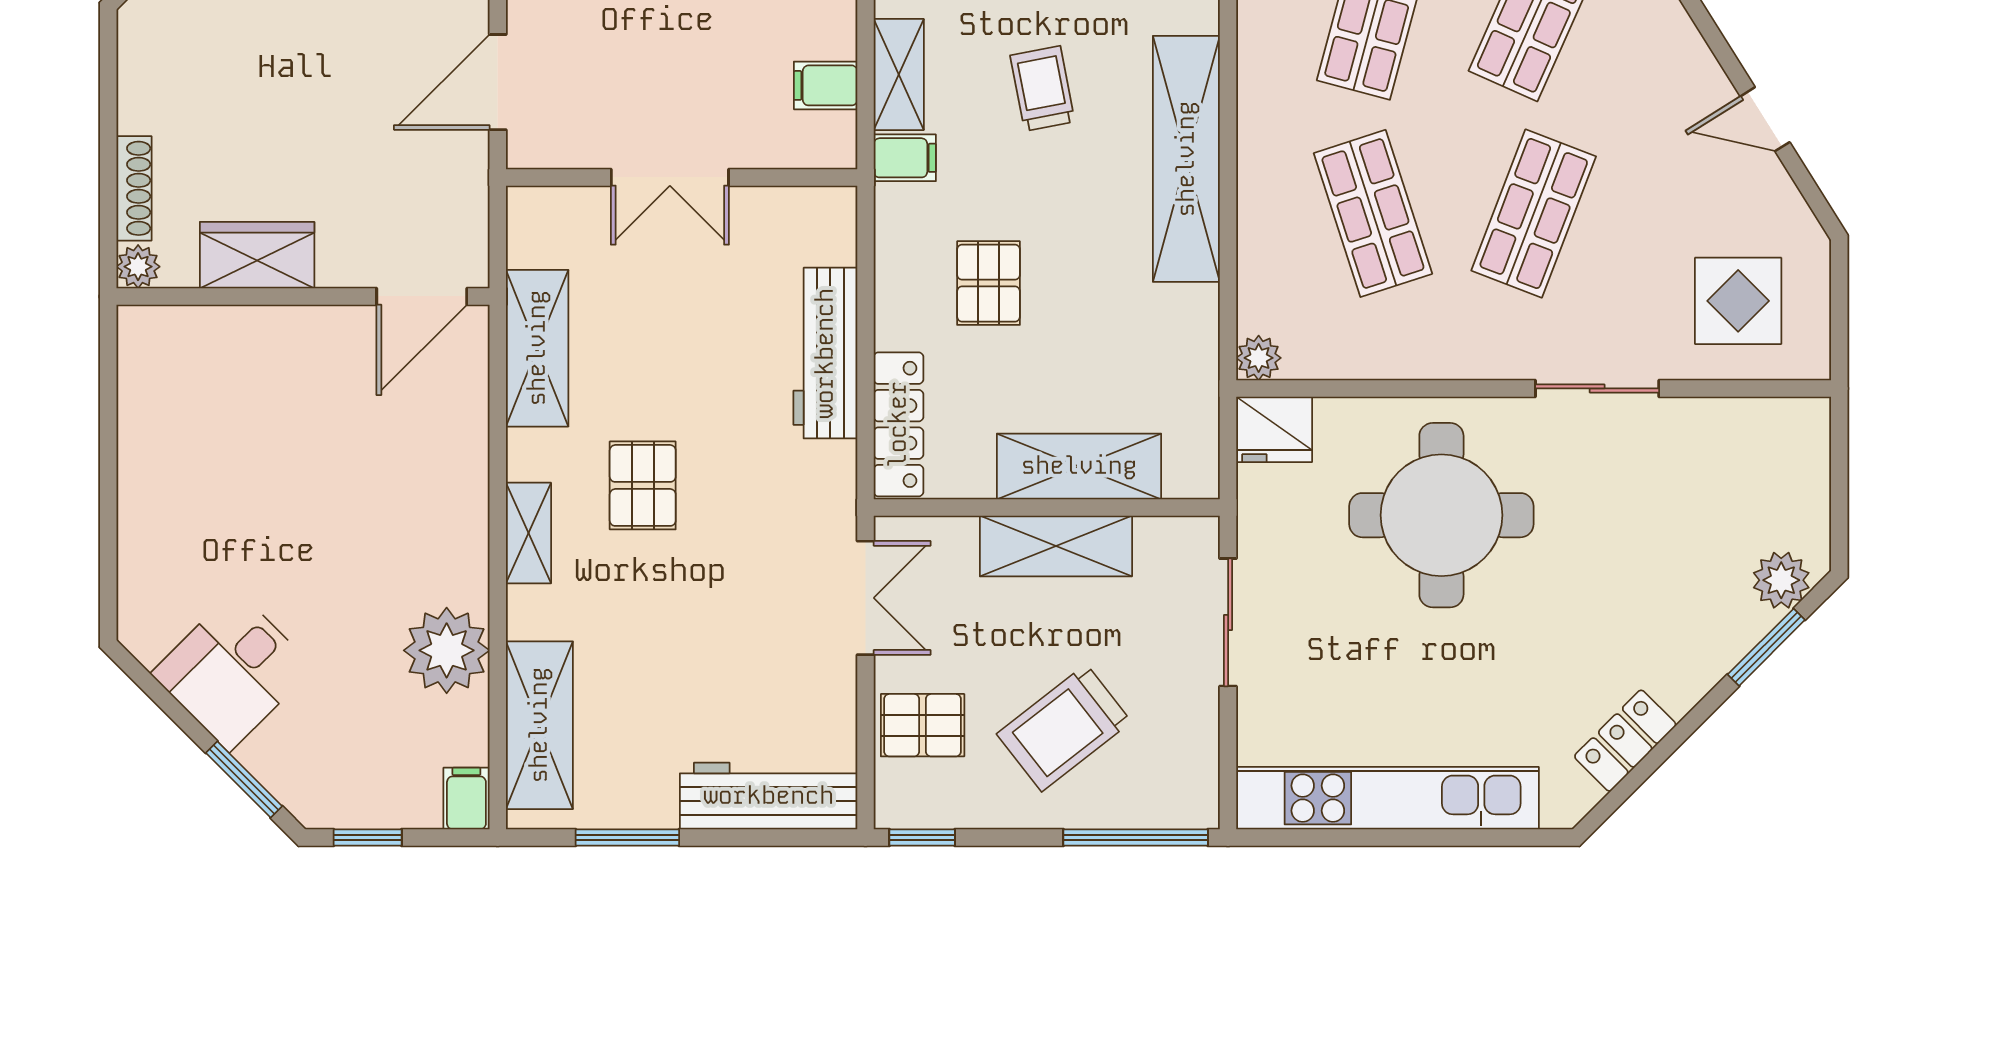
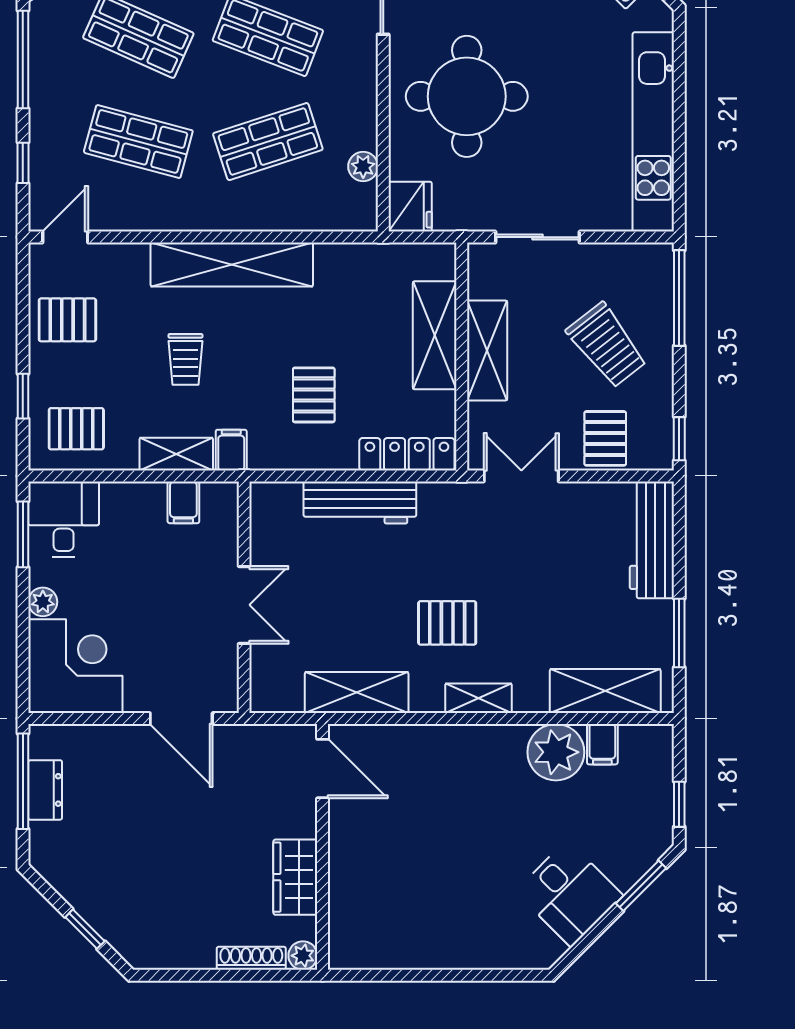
trolley: (1042, 88) -> (185, 359), turned -79
pallet: (988, 283) -> (314, 395), turned 90
plant: (1259, 358) -> (363, 167), moved
filing cabinet: (466, 799) -> (602, 744), moved, turned -90

